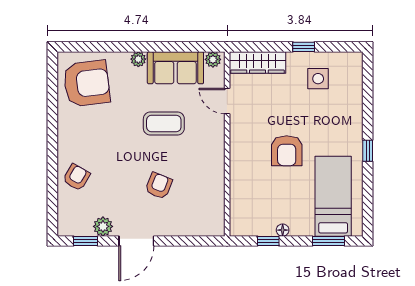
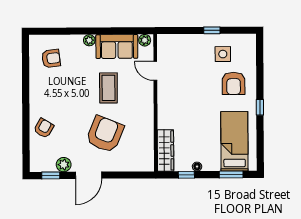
wardrobe: (257, 62) -> (166, 150), moved, turned -90
armchair: (87, 83) -> (51, 58), width x0.53, depth x0.53
coffee table: (164, 124) -> (108, 88), turned 90
armchair: (287, 151) -> (234, 83), moved
armchair: (159, 186) -> (105, 134), width x1.88, depth x1.88

